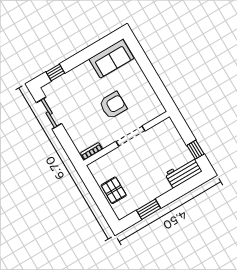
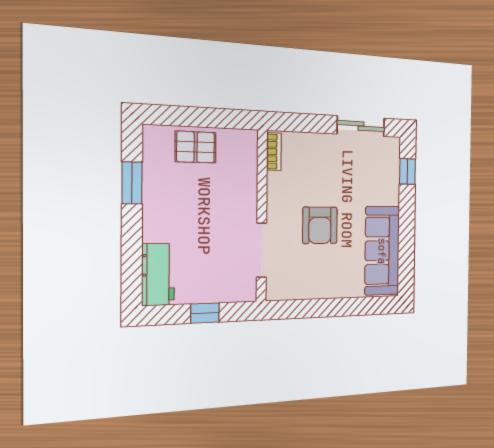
sofa: (111, 59) -> (382, 251), width x1.36
doorway: (131, 136) -> (262, 250), moved
window: (195, 150) -> (205, 313), moved

